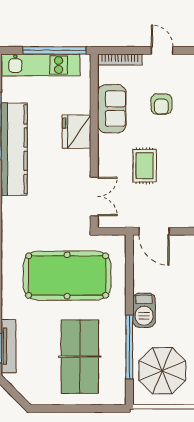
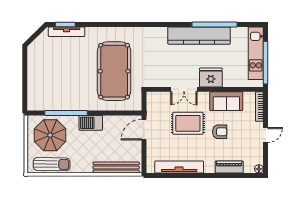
armchair: (161, 104) -> (220, 132), moved, turned 180
rug: (145, 166) -> (188, 123), width x1.36, depth x1.43
double door: (94, 196) -> (184, 89), moved
table tennis table: (80, 357) -> (60, 80), removed

